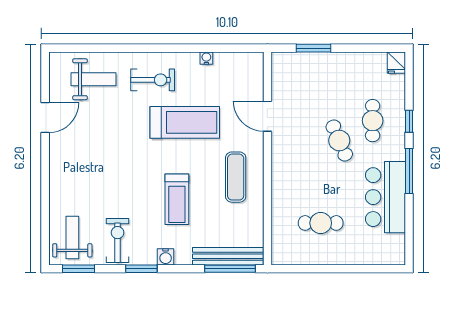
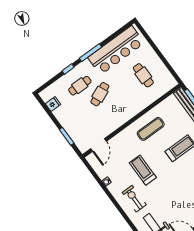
fridge: (396, 63) -> (53, 104), moved
door: (267, 116) -> (99, 145), moved
treadmill: (185, 122) -> (143, 170), width x0.73, depth x0.73
bar counter: (385, 197) -> (116, 50), width x1.36

